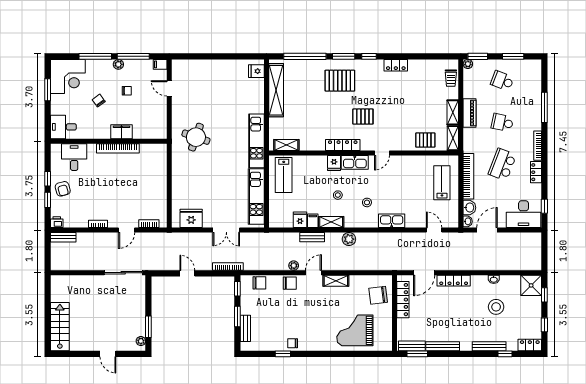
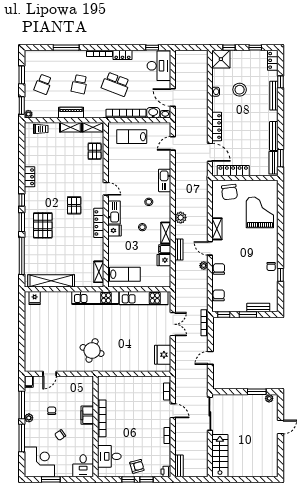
stairs: (60, 327) -> (220, 456), moved, turned 90
grand piano: (355, 330) -> (260, 212), turned 180

